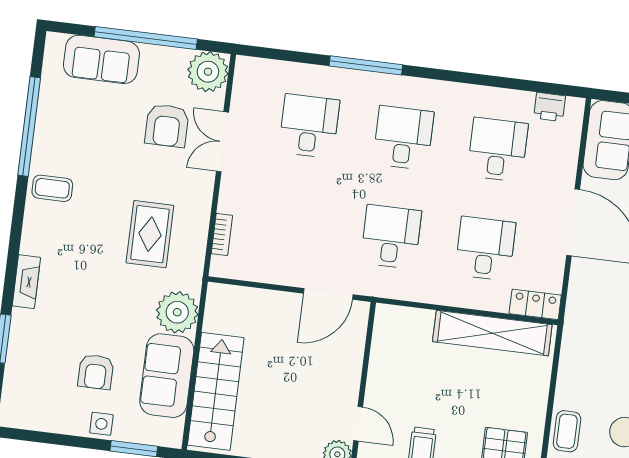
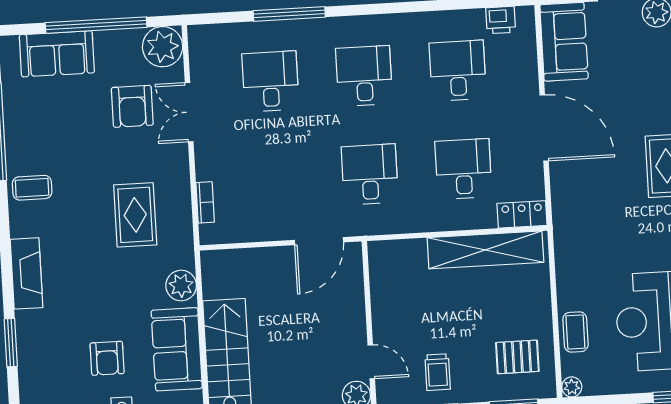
window: (366, 65) -> (289, 14), moved
fireplace: (26, 282) -> (26, 273), width x1.37, depth x1.32
plant: (177, 312) -> (181, 286), width x0.73, depth x0.73

